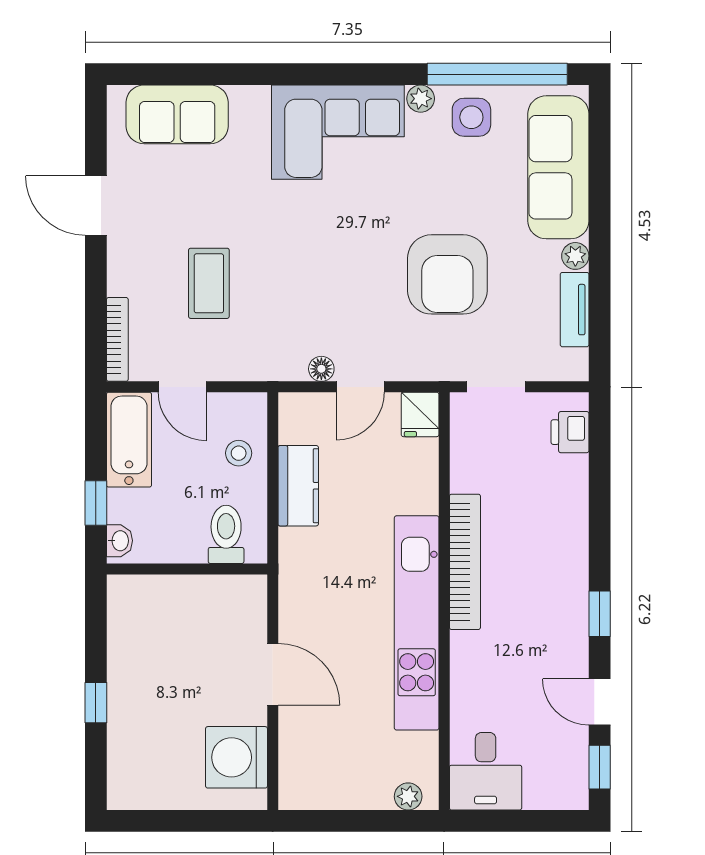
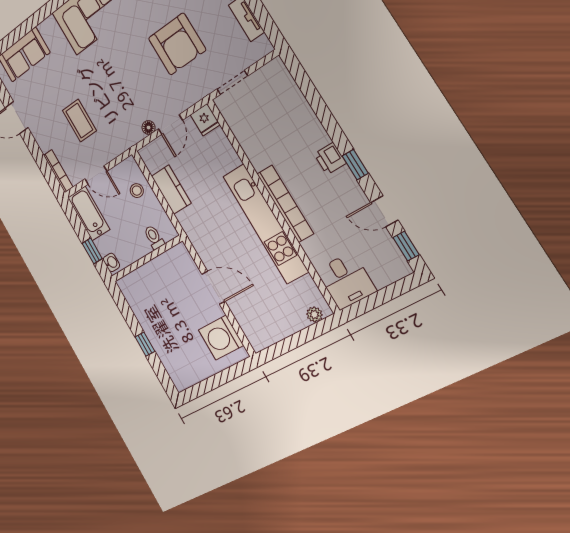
printer: (570, 432) -> (330, 159), moved
toilet: (226, 534) -> (154, 237), width x0.73, depth x0.72
bookcase: (465, 562) -> (285, 204), moved

